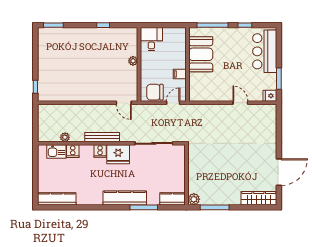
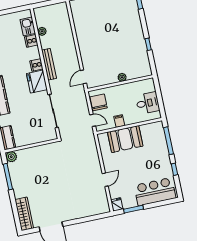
desk: (151, 39) -> (148, 103), moved
booth: (201, 54) -> (125, 139), moved

